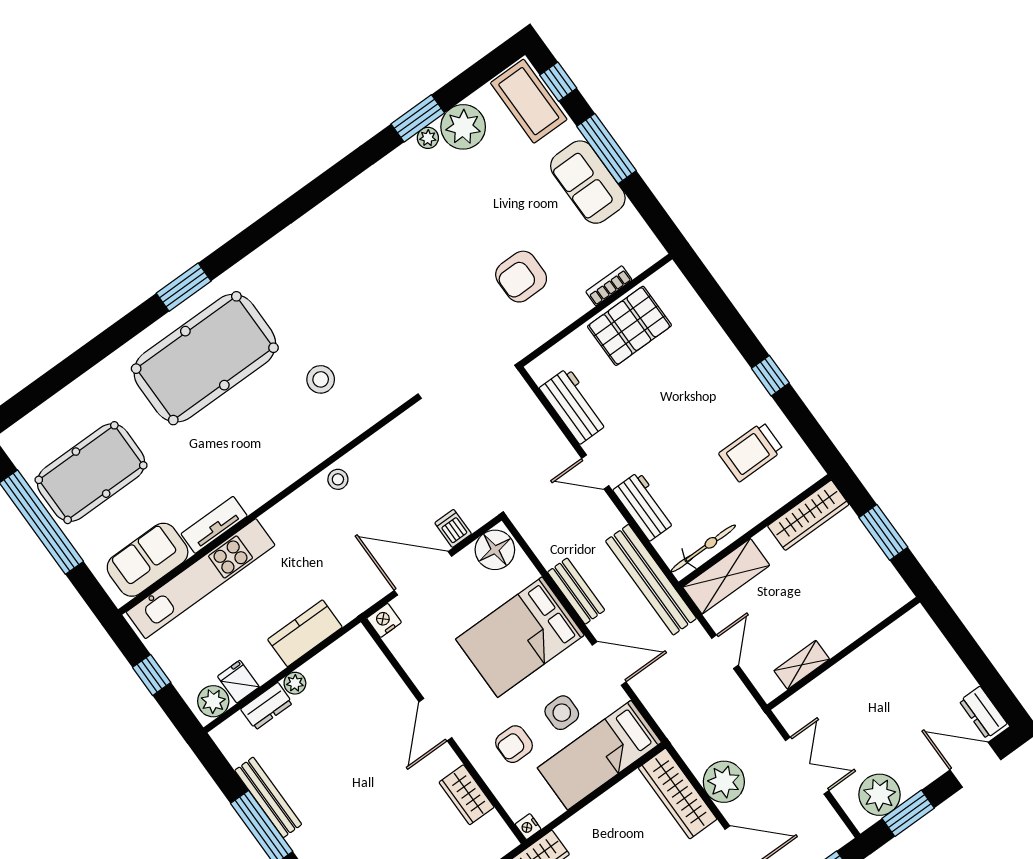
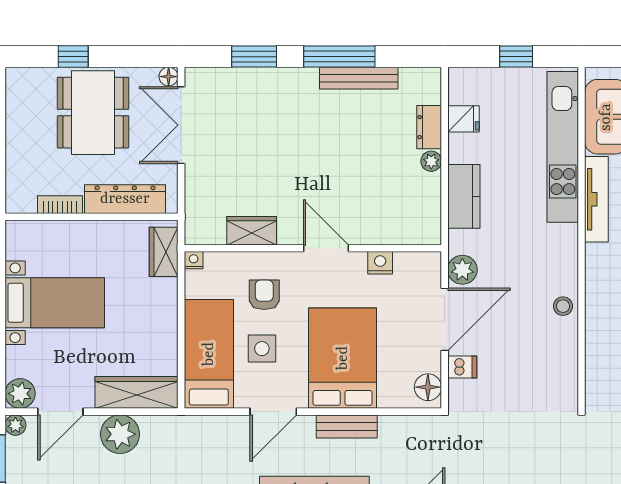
tv unit: (214, 525) -> (596, 199), width x1.41
floor lamp: (495, 550) -> (428, 387), width x0.73, depth x0.73
nightstand: (384, 620) -> (380, 263), moved, turned -90
plant: (213, 701) -> (462, 270), moved

